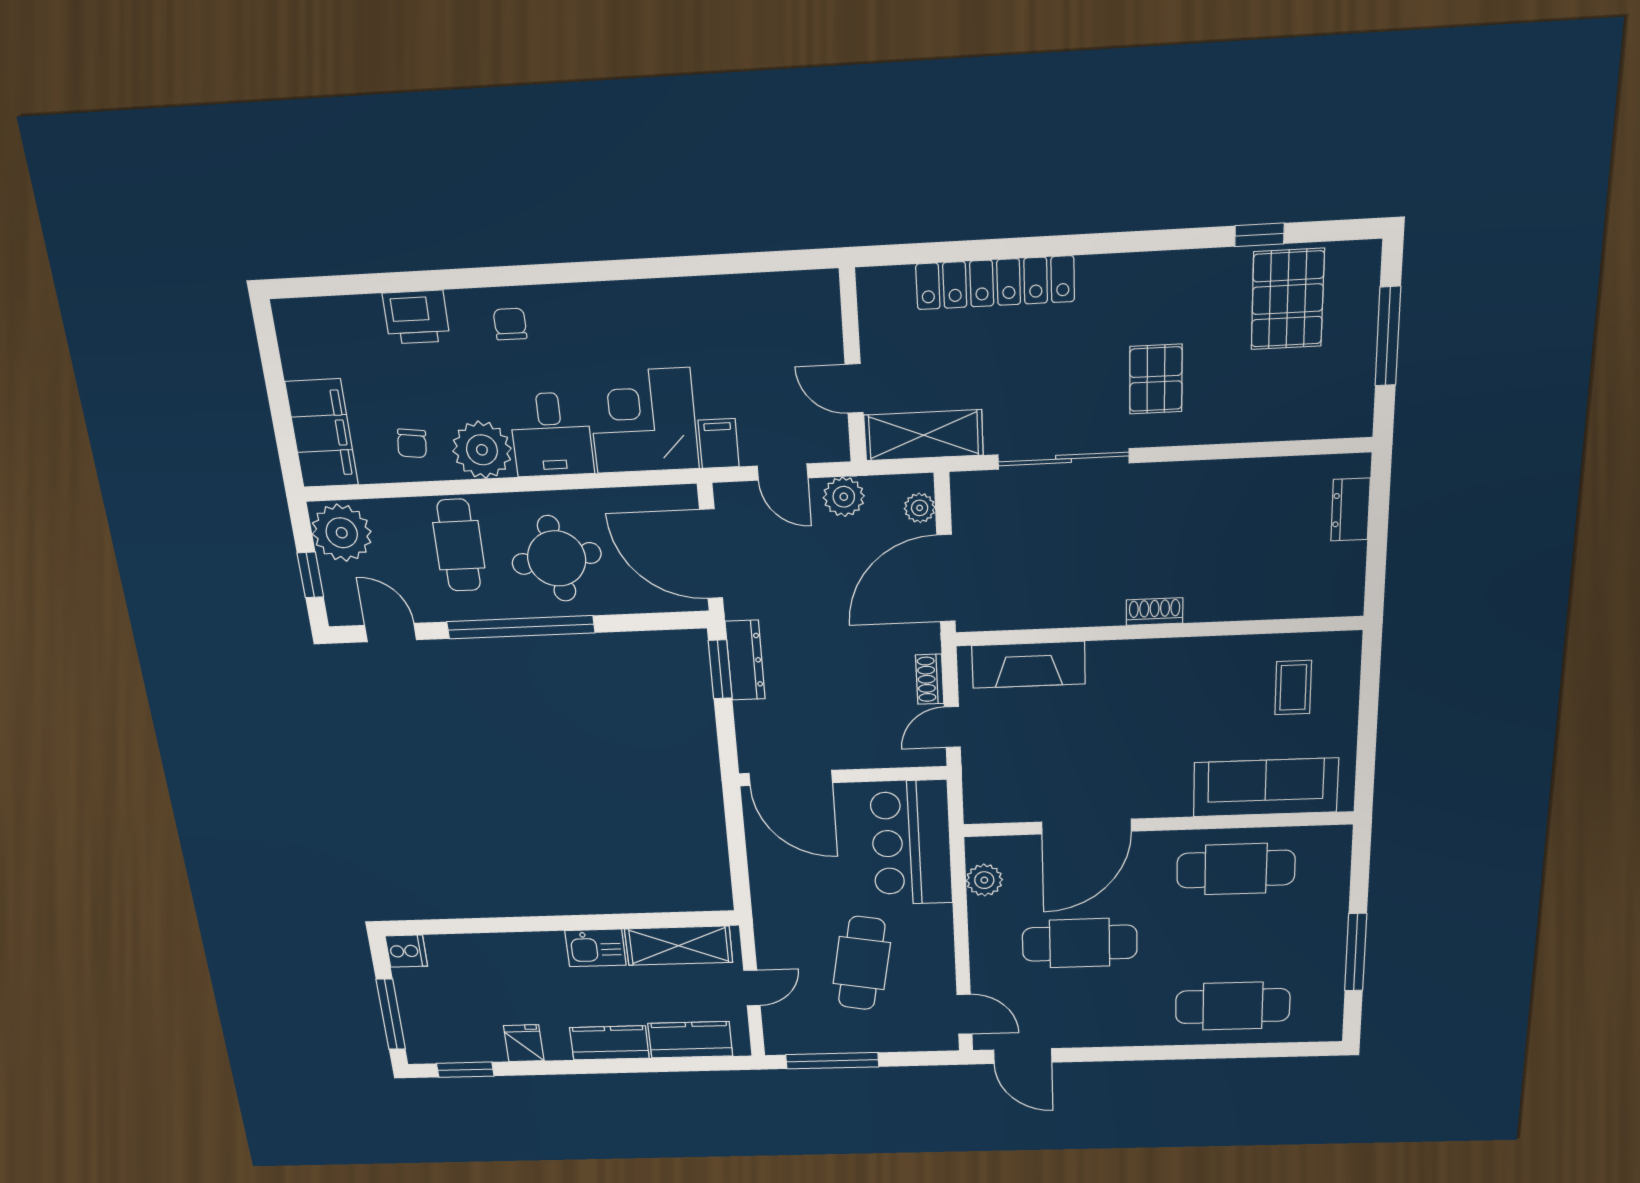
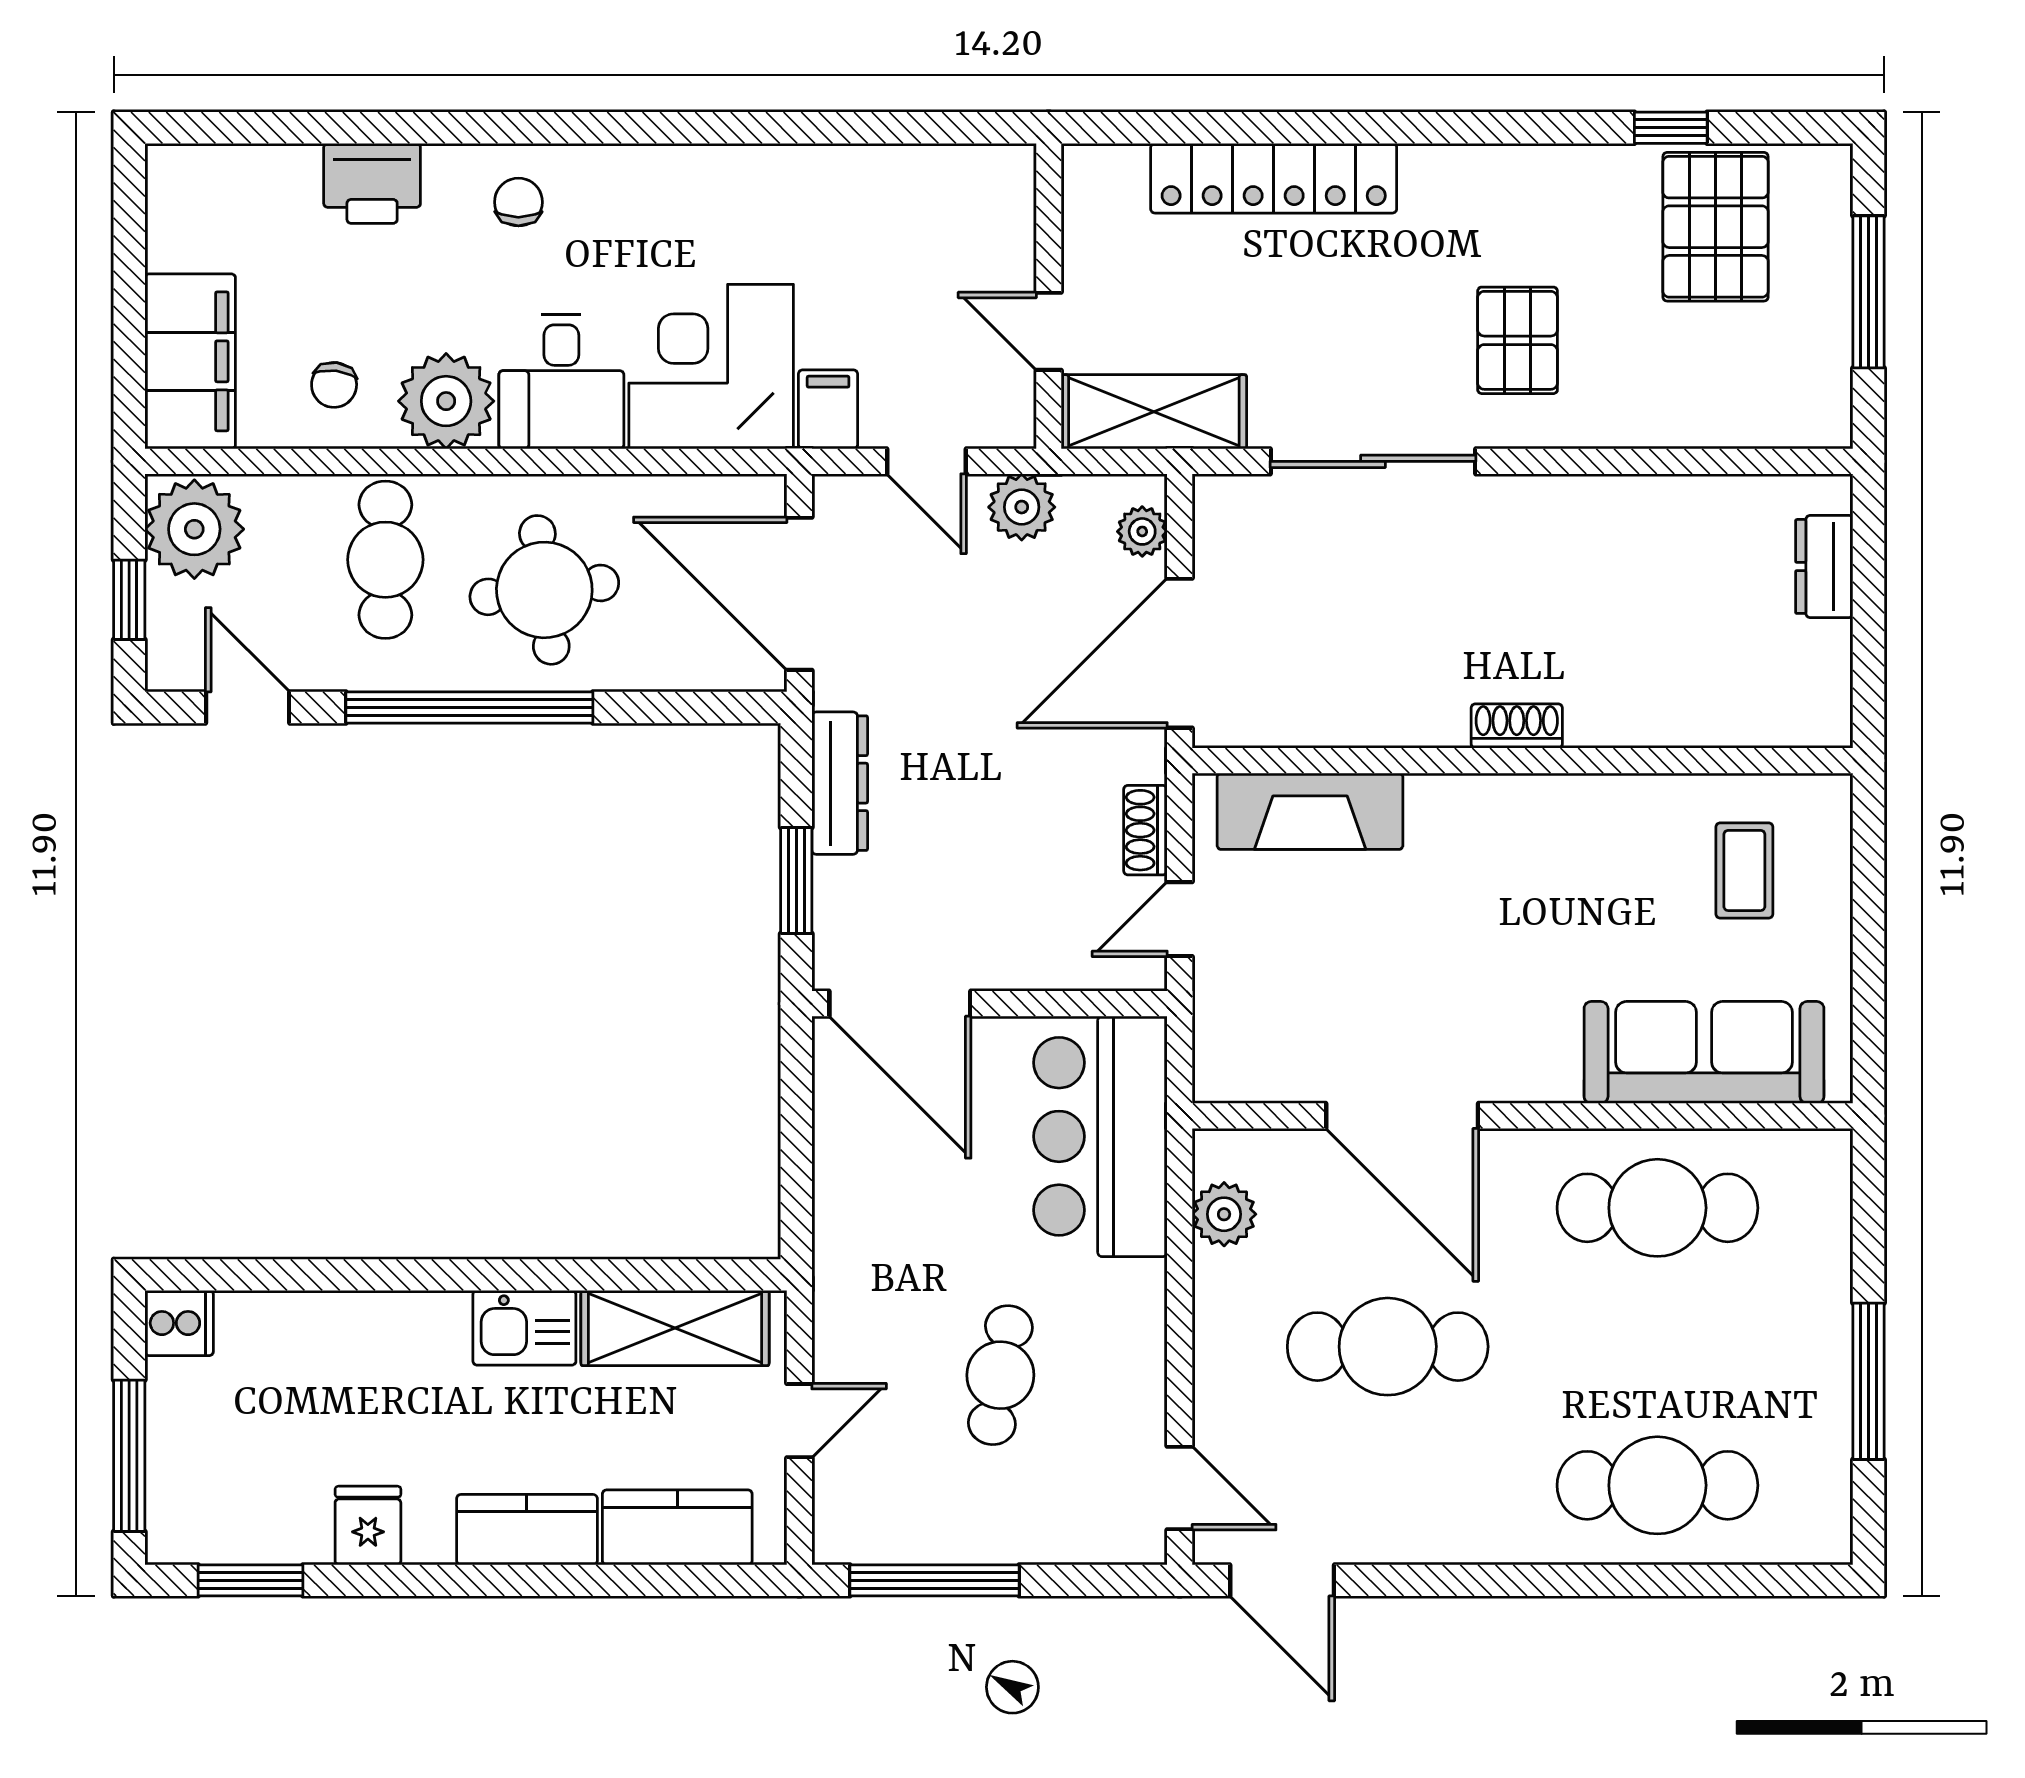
window: (720, 669) -> (796, 880), moved
door: (1086, 827) -> (1402, 1116), hinge flipped
cafe table: (862, 963) -> (1000, 1375), width x0.73, depth x0.74

